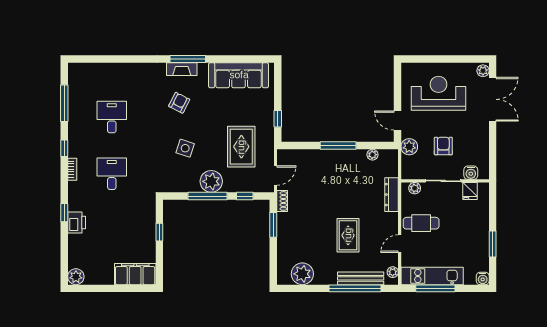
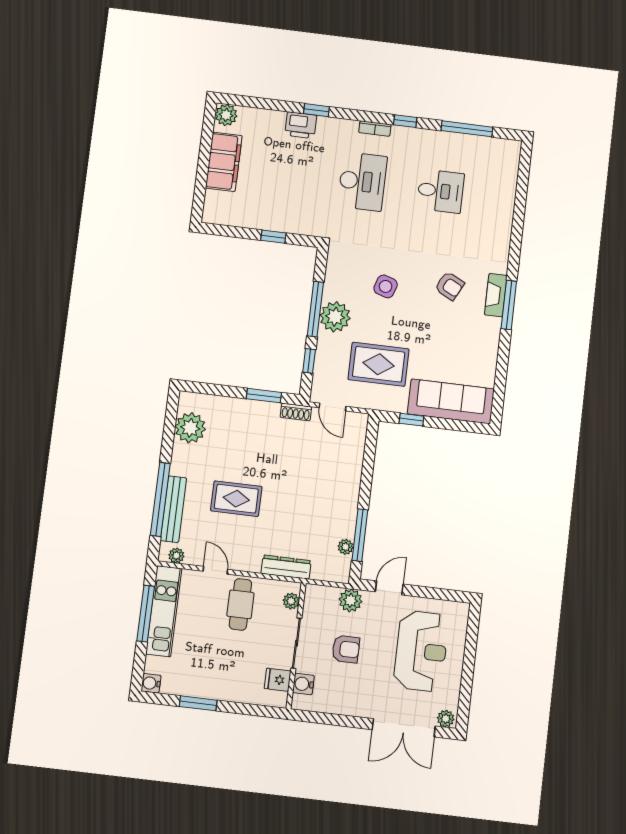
sofa: (239, 75) -> (451, 401), moved, turned 90
window: (338, 146) -> (360, 535), moved
desk: (112, 174) -> (362, 181), width x1.37
filing cabinet: (135, 274) -> (224, 162), moved

